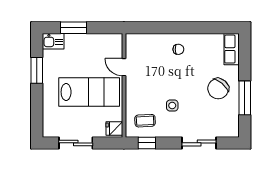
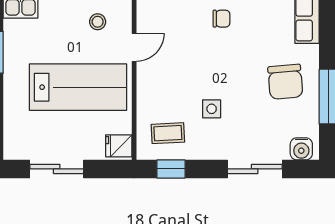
stool: (101, 51) -> (98, 22), added
door: (124, 67) -> (134, 47), swing flipped
chair: (218, 89) -> (285, 82), turned -45
water cooler: (228, 130) -> (301, 149), added

